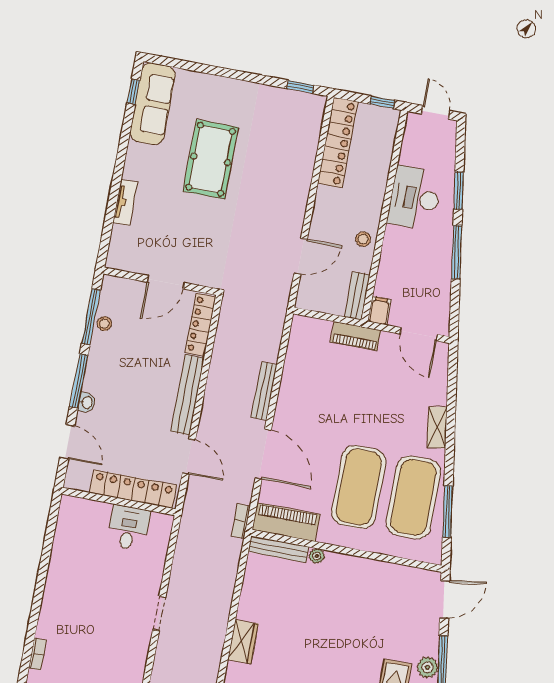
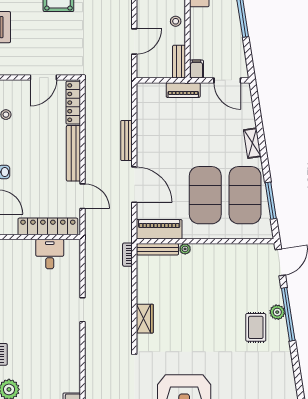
bookcase: (241, 521) -> (127, 255), moved

